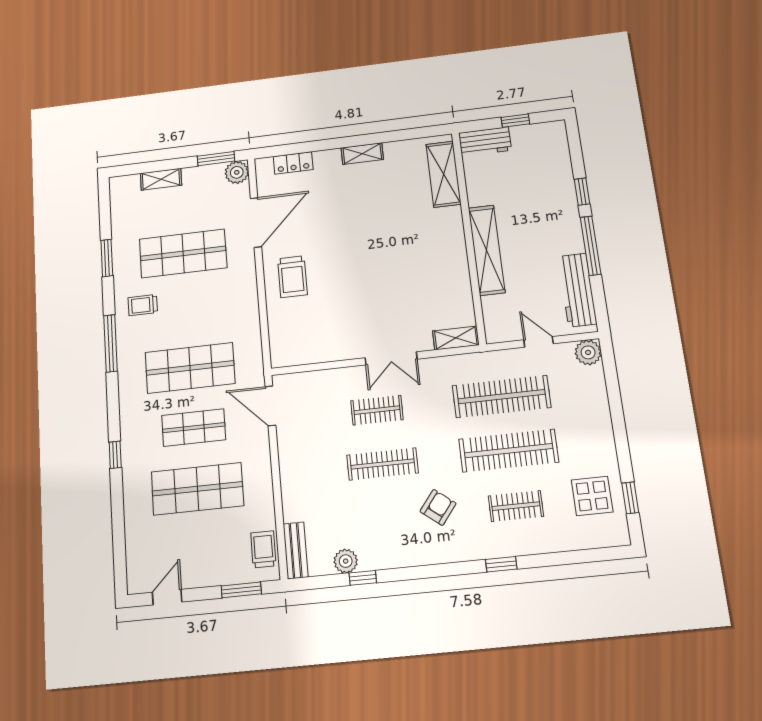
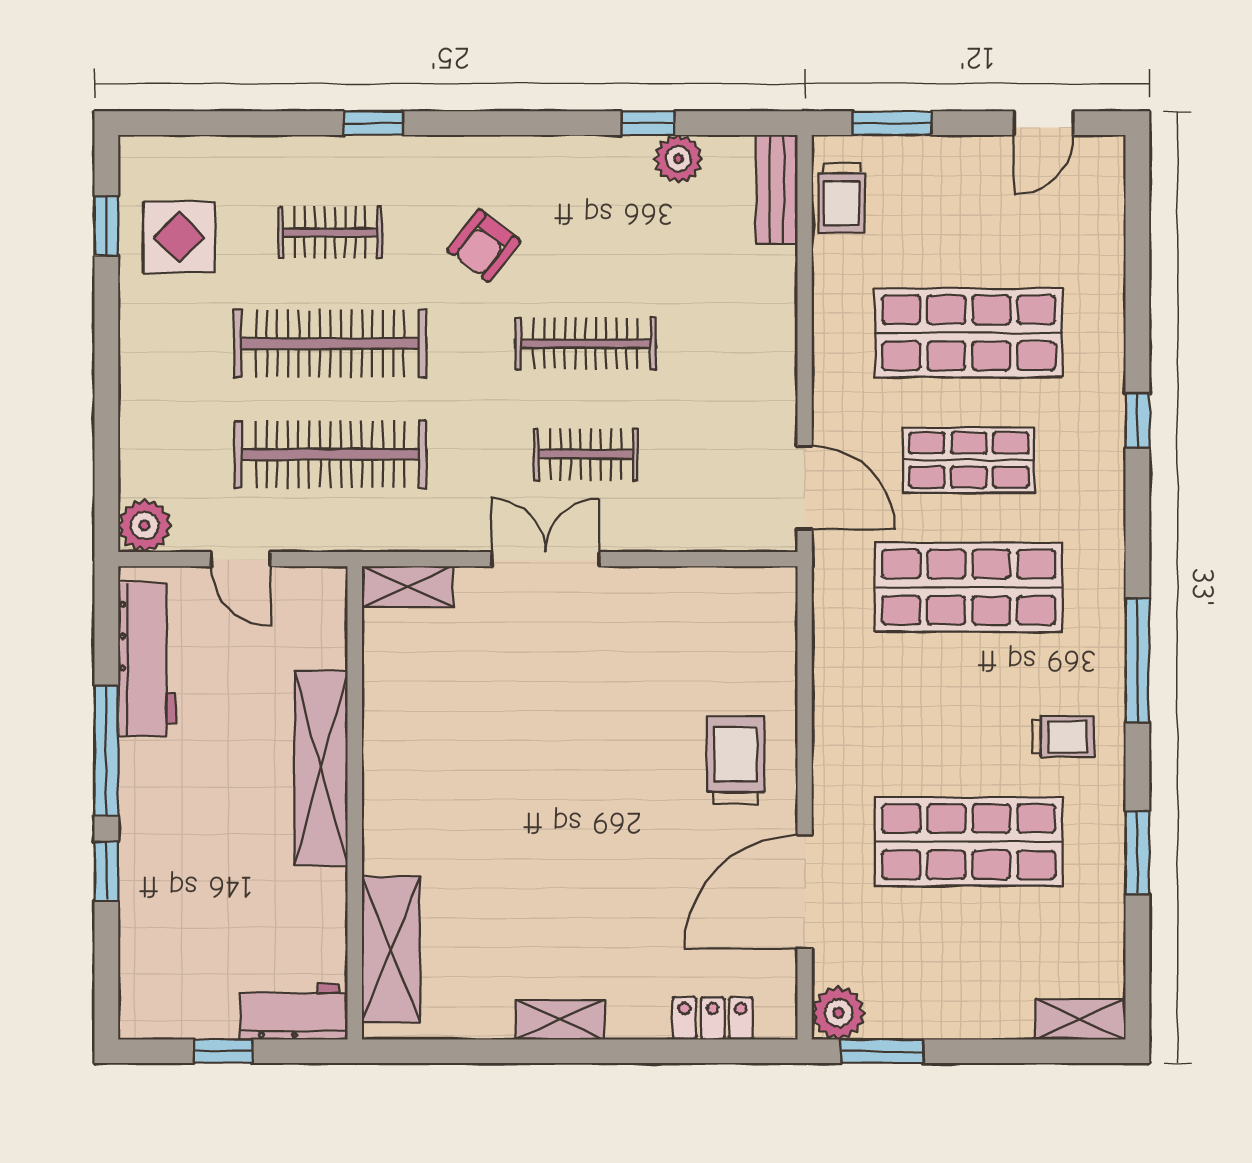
shelving: (161, 179) -> (1081, 1019), moved

